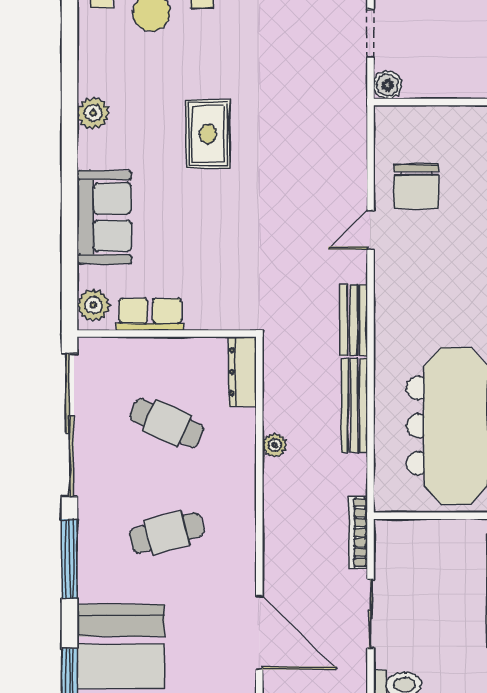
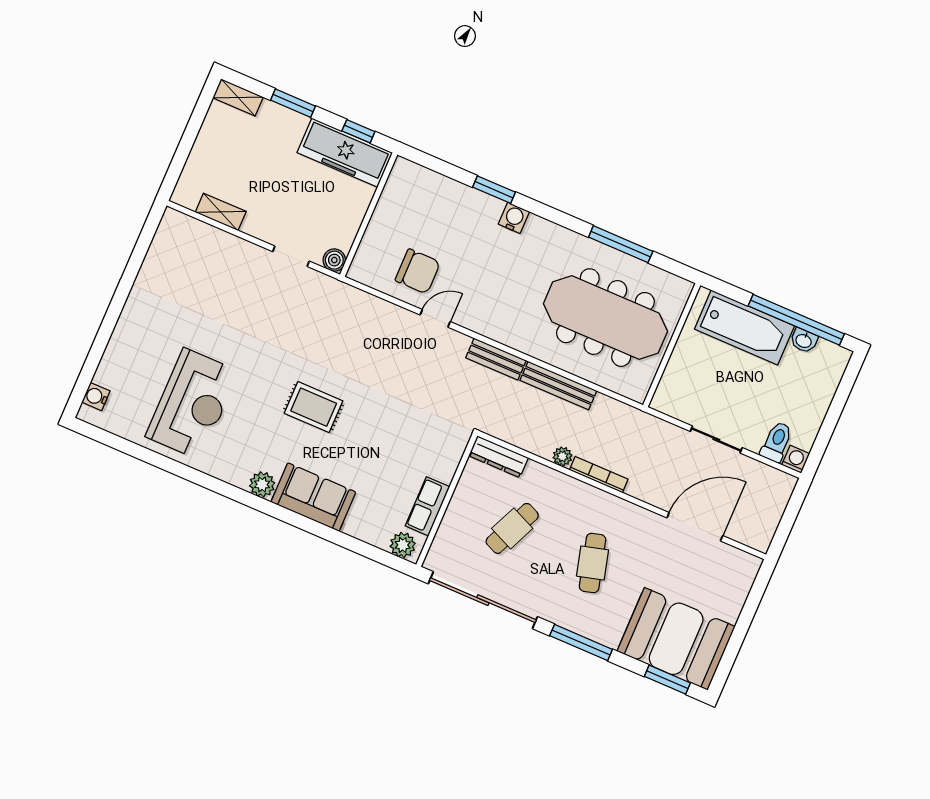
sofa: (104, 217) -> (313, 497), moved
door: (370, 230) -> (435, 318), swing flipped
bookcase: (358, 532) -> (599, 475), moved, turned 180

